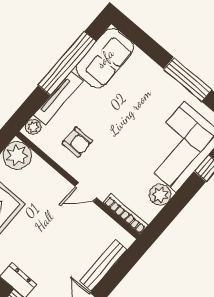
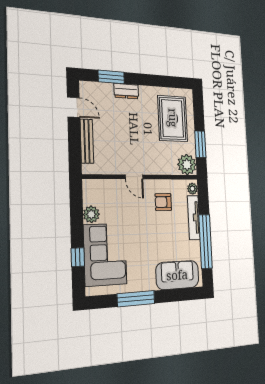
sofa: (105, 58) -> (177, 275), moved, turned 90
door: (86, 192) -> (134, 177), swing flipped
bookcase: (126, 214) -> (101, 184), removed

